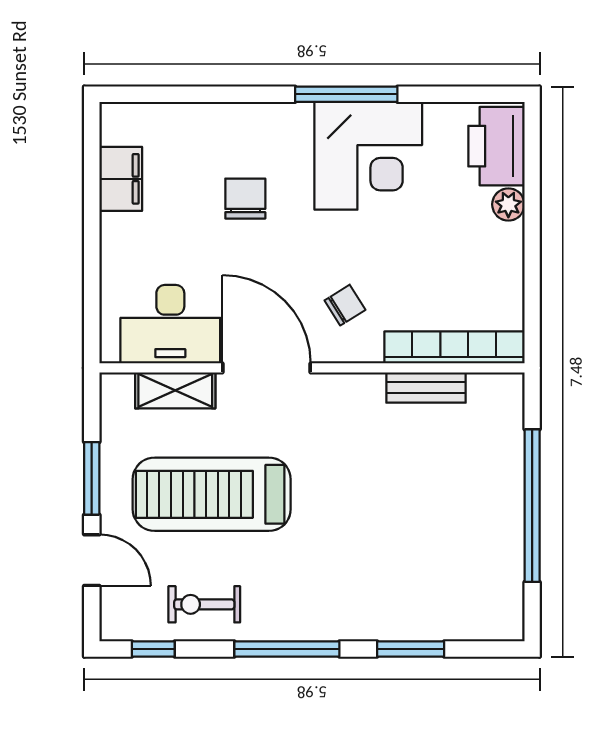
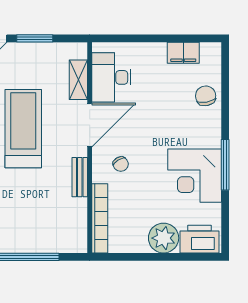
chair: (245, 199) -> (206, 96), moved, turned -100
plant: (508, 204) -> (164, 238), width x1.87, depth x1.87
bench: (426, 388) -> (80, 177), moved
treadmill: (212, 494) -> (23, 129), moved

